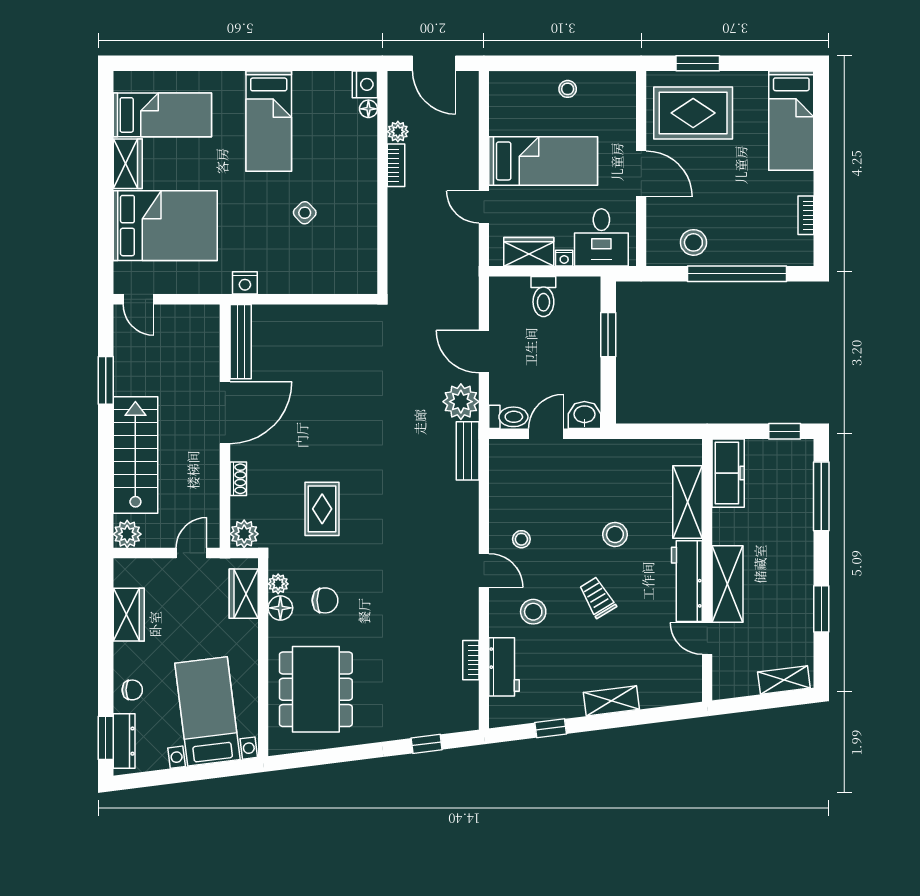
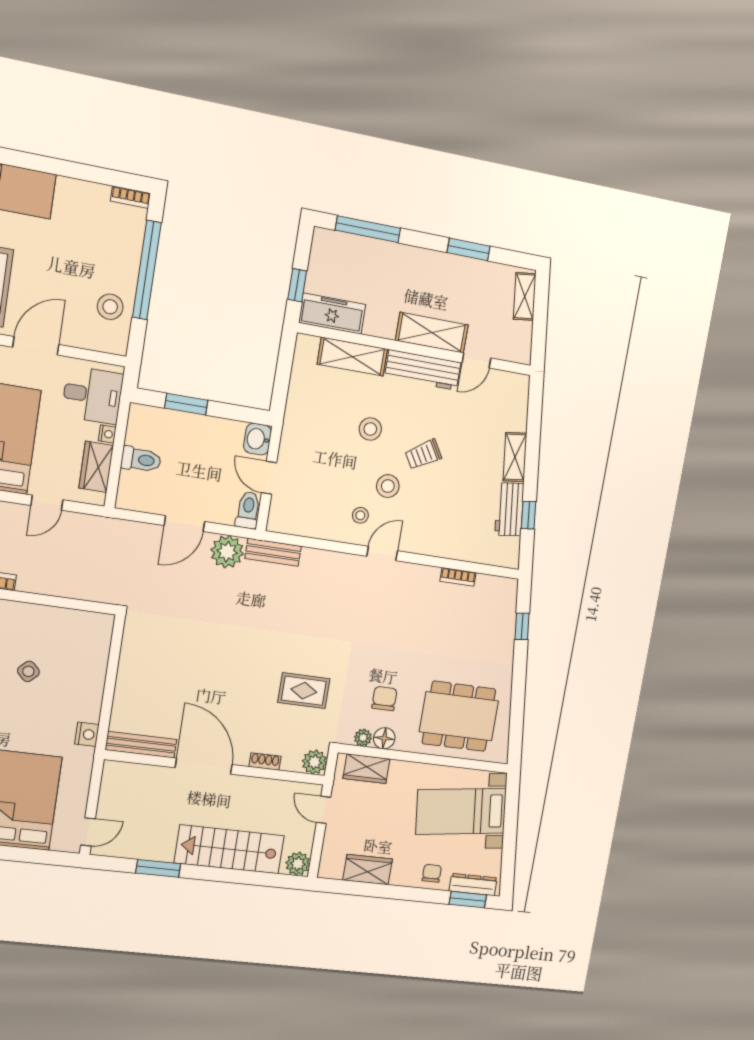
bookcase: (806, 215) -> (130, 197), moved
window: (785, 431) -> (297, 285), moved
stool: (533, 612) -> (388, 486), moved
workbench: (504, 667) -> (509, 509), moved, turned -97

